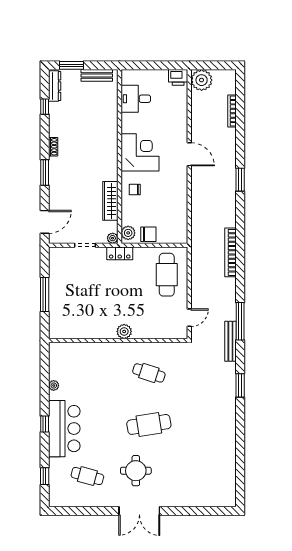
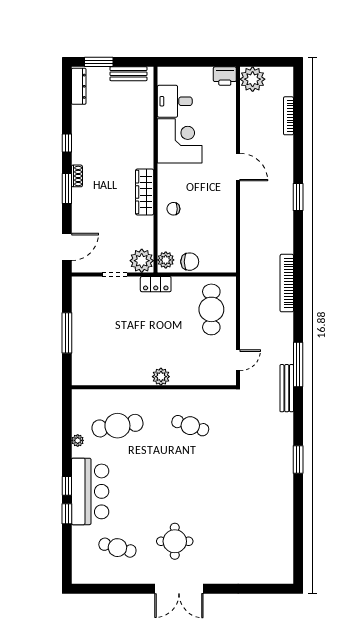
window: (45, 107) -> (67, 143), moved
shoe rack: (53, 147) -> (77, 176), moved
corner desk: (140, 152) -> (180, 141), moved
wardrobe: (110, 201) -> (145, 192), moved
plant: (113, 238) -> (142, 261), width x1.87, depth x1.87
window: (240, 385) -> (298, 460), moved
cafe table: (149, 424) -> (117, 426), moved
window: (45, 476) -> (67, 514), moved

